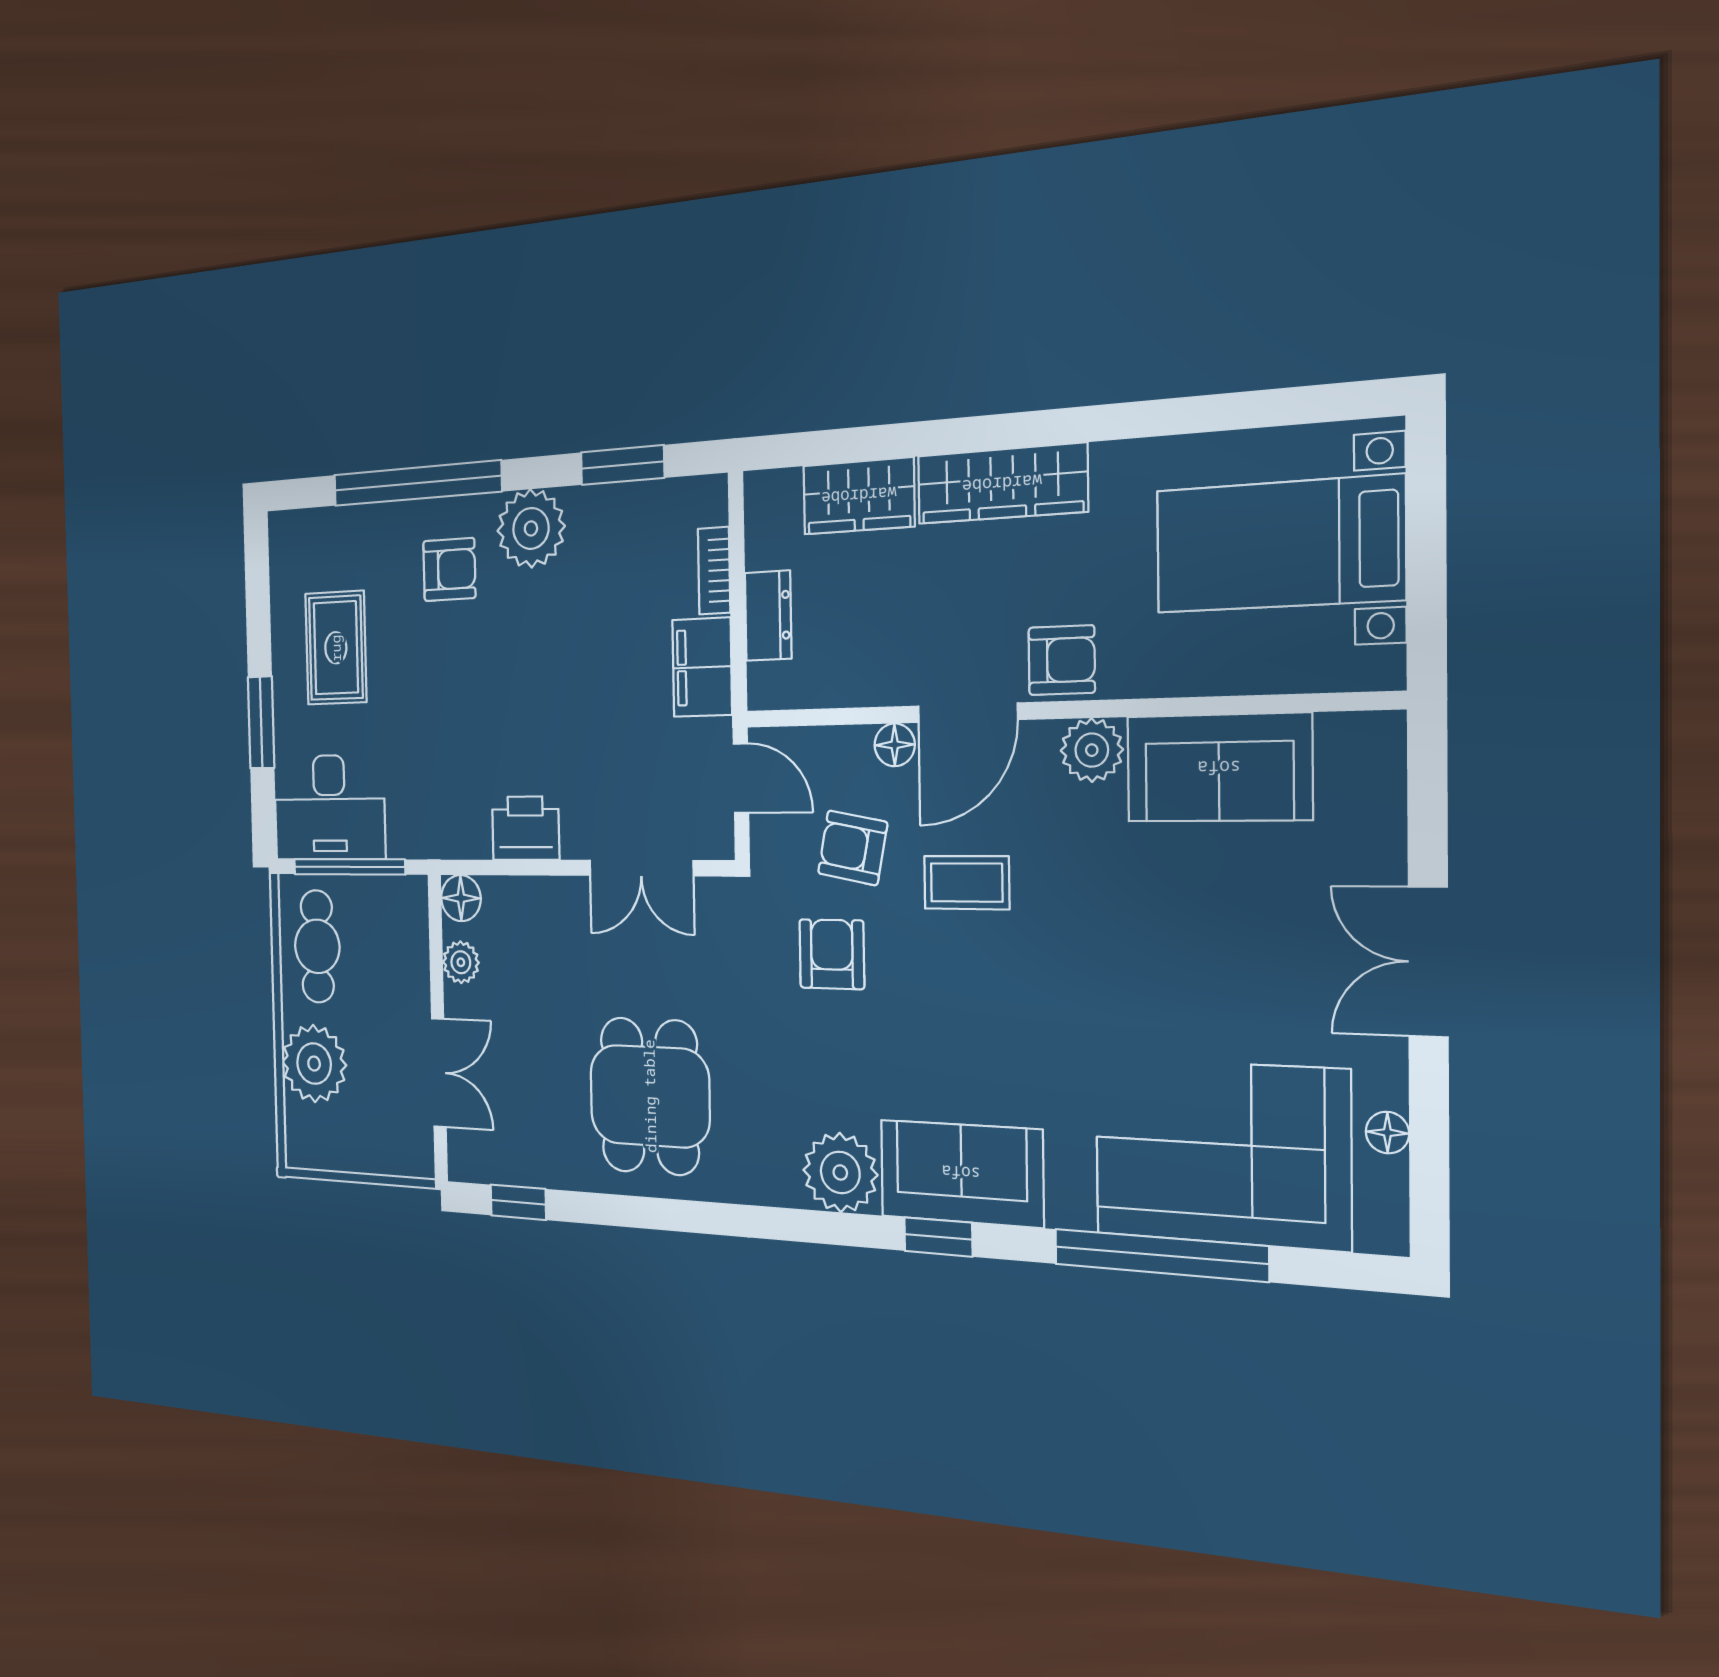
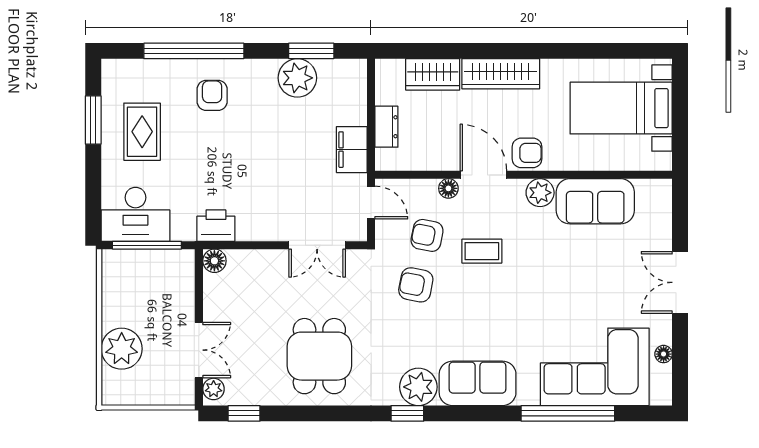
plant: (531, 528) -> (297, 78), moved
armchair: (449, 570) -> (212, 95), turned -90
bookcase: (714, 571) -> (359, 104), removed
door: (968, 713) -> (483, 175), swing flipped
window: (261, 722) -> (93, 120), moved
printer: (526, 828) -> (216, 226), moved
cafe table: (317, 946) -> (126, 287), removed
armchair: (832, 954) -> (416, 285), turned -79
plant: (461, 962) -> (214, 389), moved
window: (938, 1237) -> (407, 413), moved

